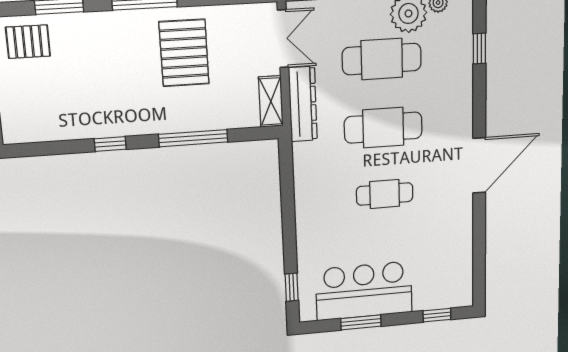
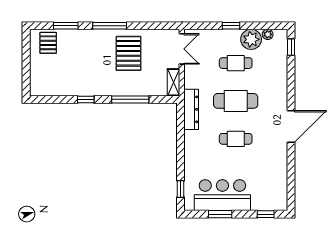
pallet: (28, 42) -> (48, 43), turned 90
window: (479, 49) -> (291, 47), moved
cafe table: (382, 59) -> (236, 63), width x0.73, depth x0.74
dresser: (303, 104) -> (191, 109), moved

